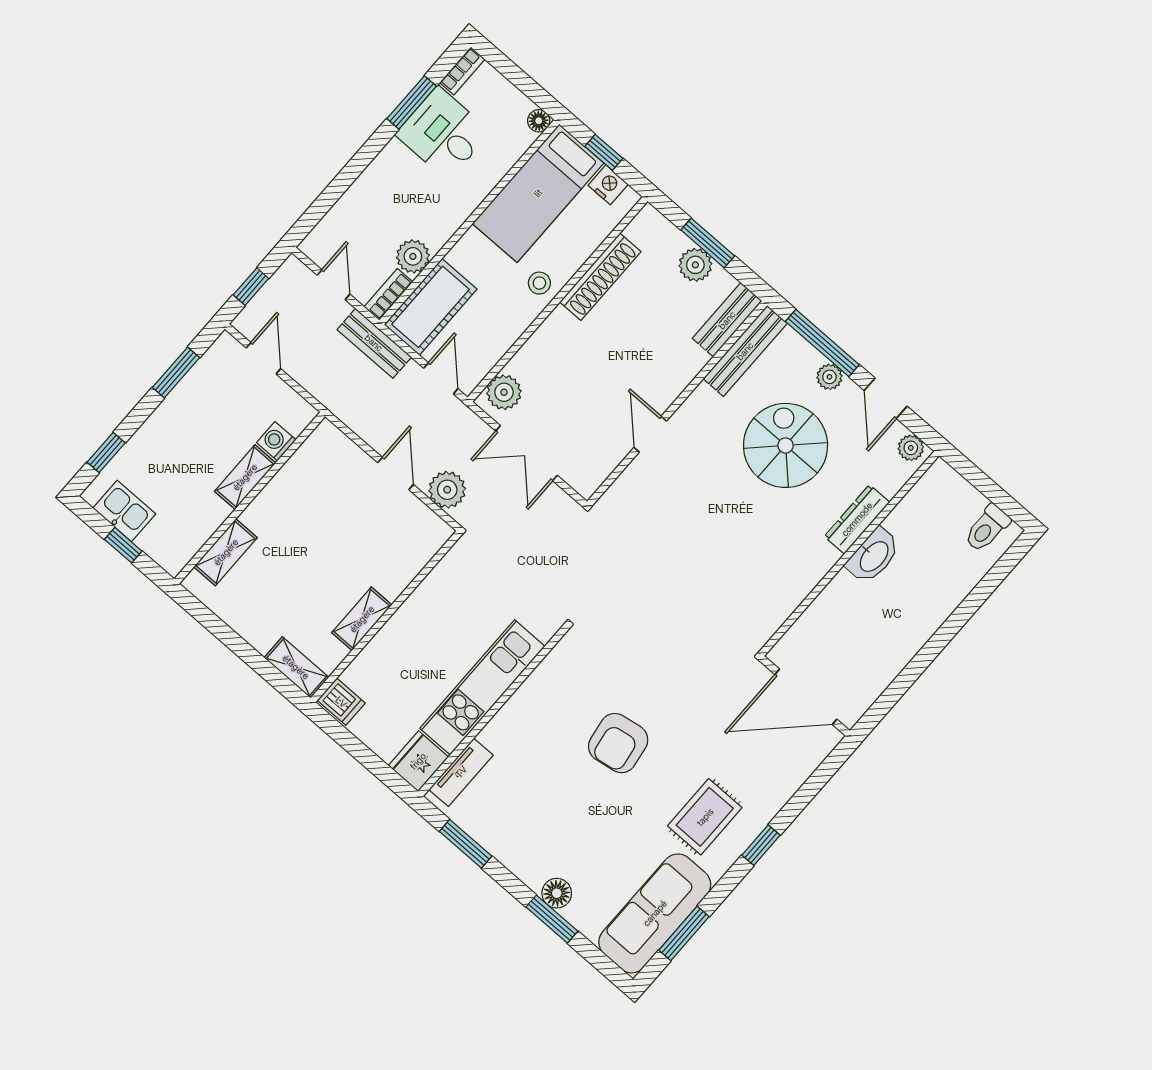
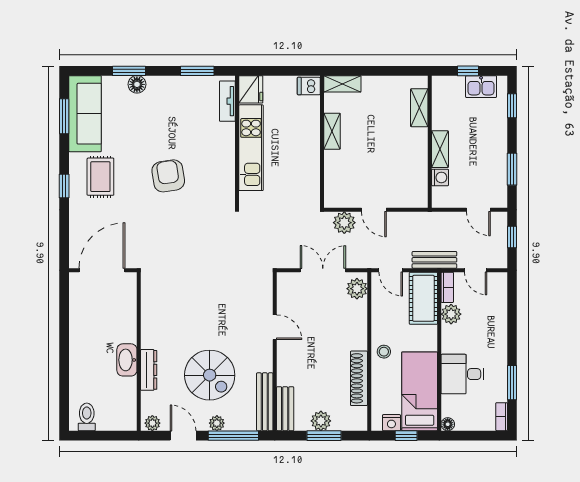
desk: (443, 133) -> (463, 374), moved, turned 180

